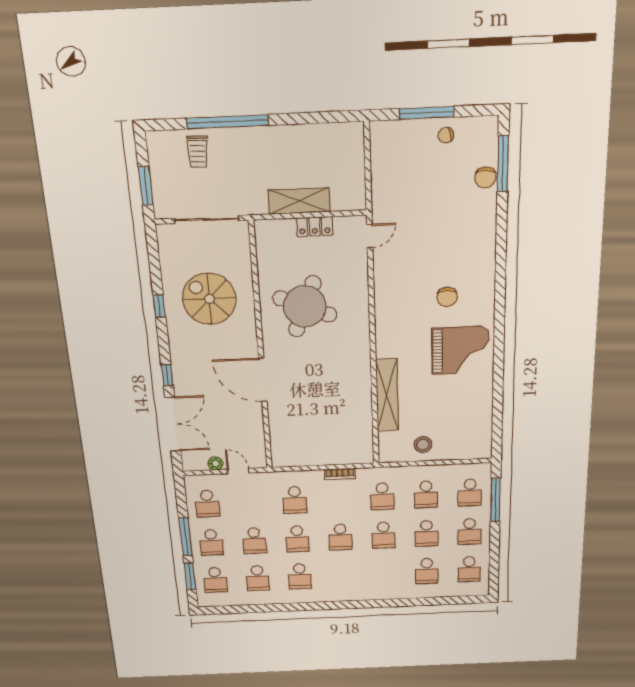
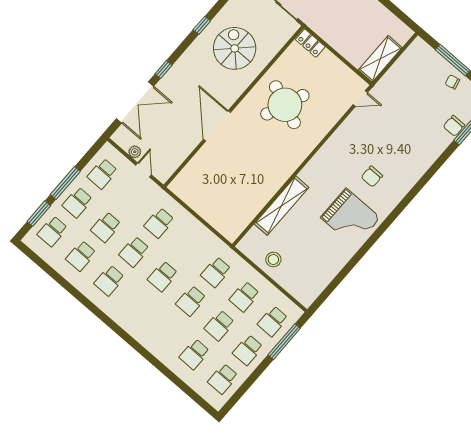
shelving: (299, 201) -> (380, 59), moved, turned 90
locker: (315, 227) -> (310, 43), moved
bookcase: (340, 474) -> (204, 232), removed

